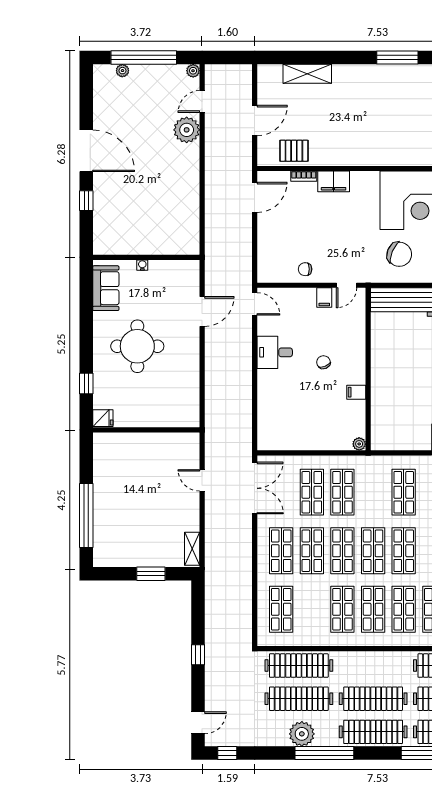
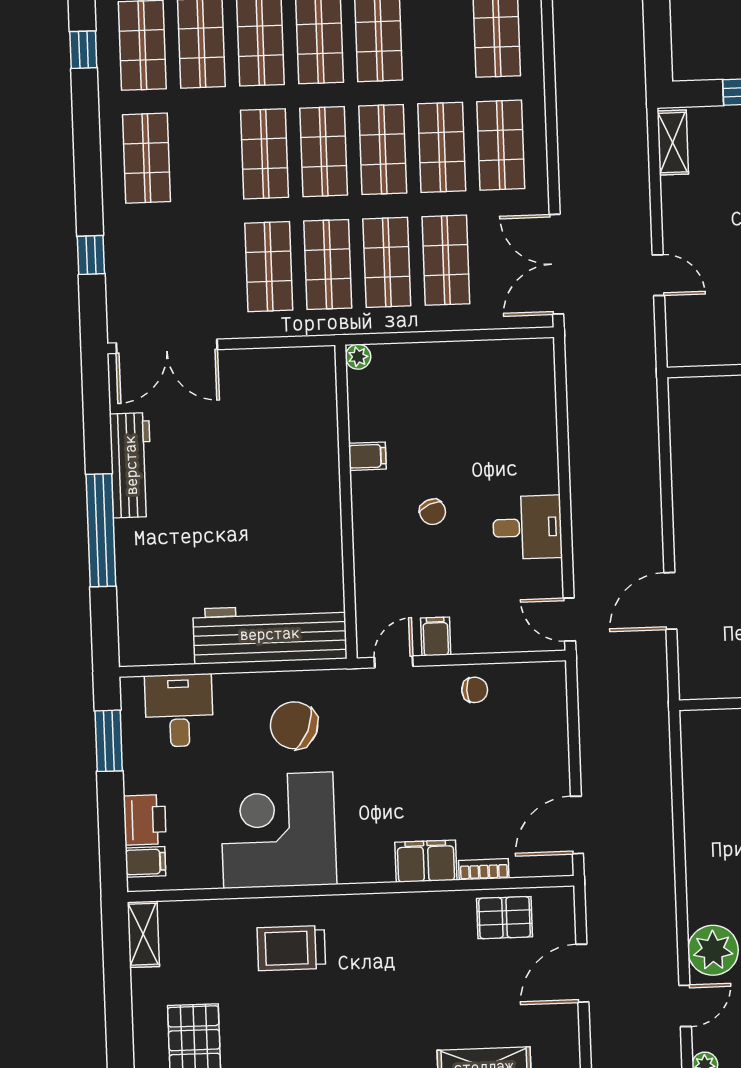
trolley: (405, 139) -> (291, 948), added
shop shelf: (373, 492) -> (328, 265), added

